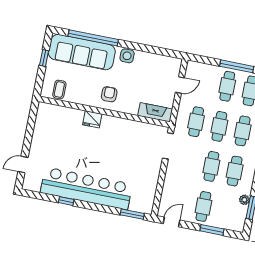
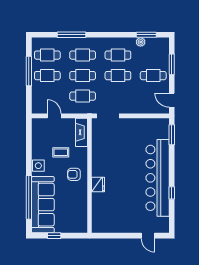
coffee table: (59, 90) -> (61, 152), moved

